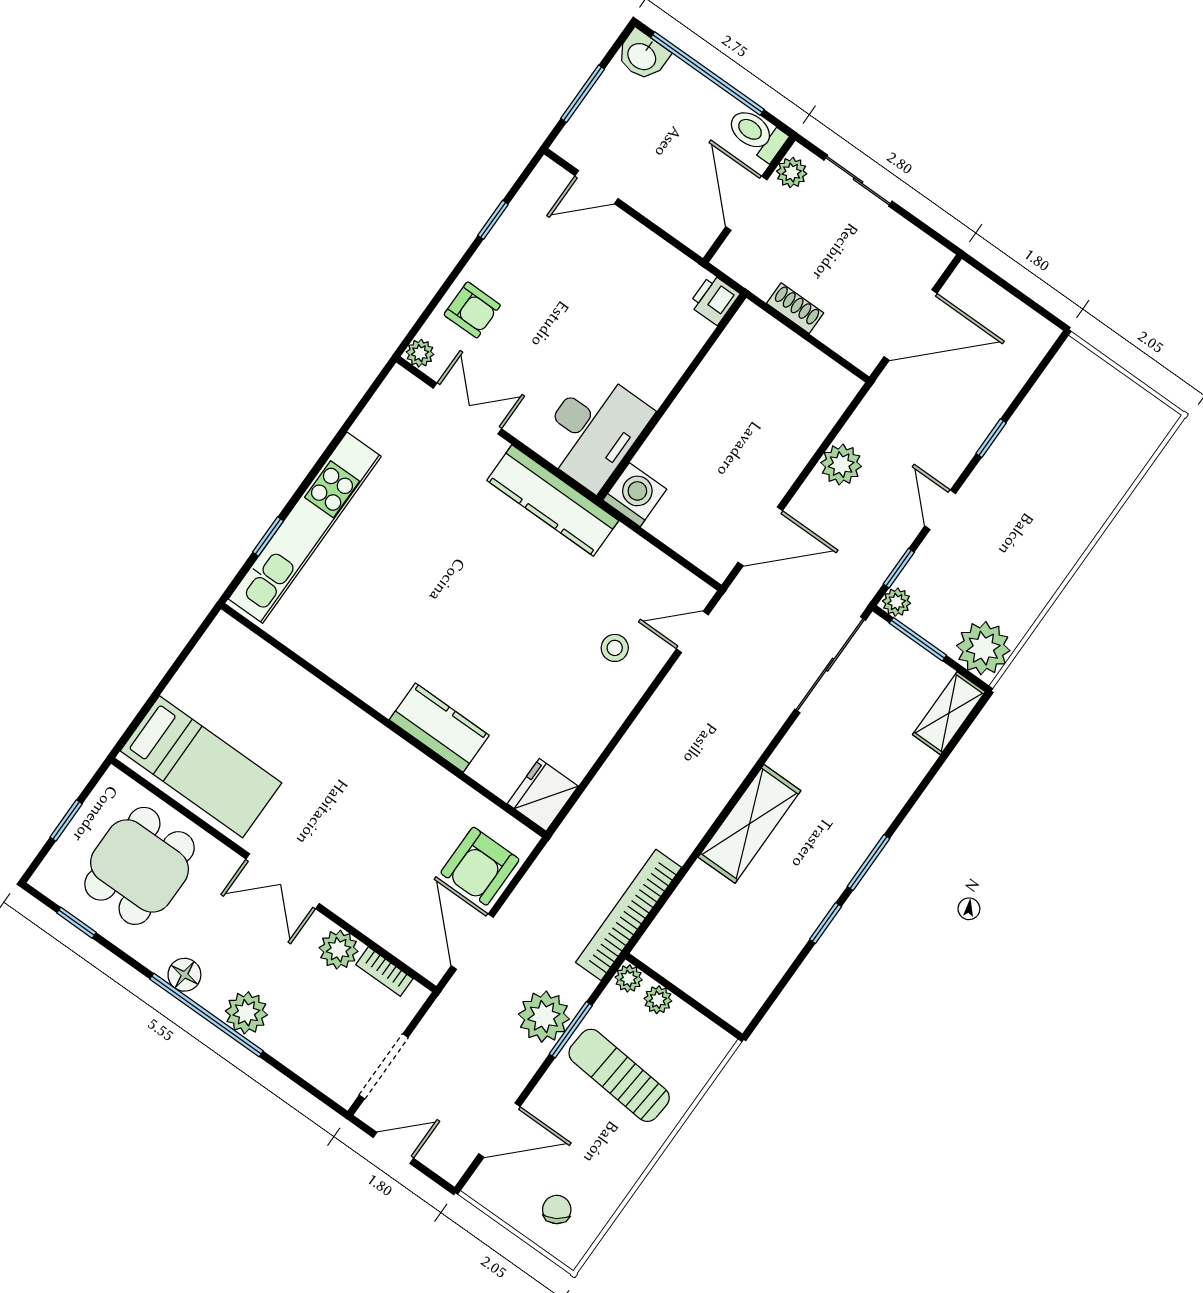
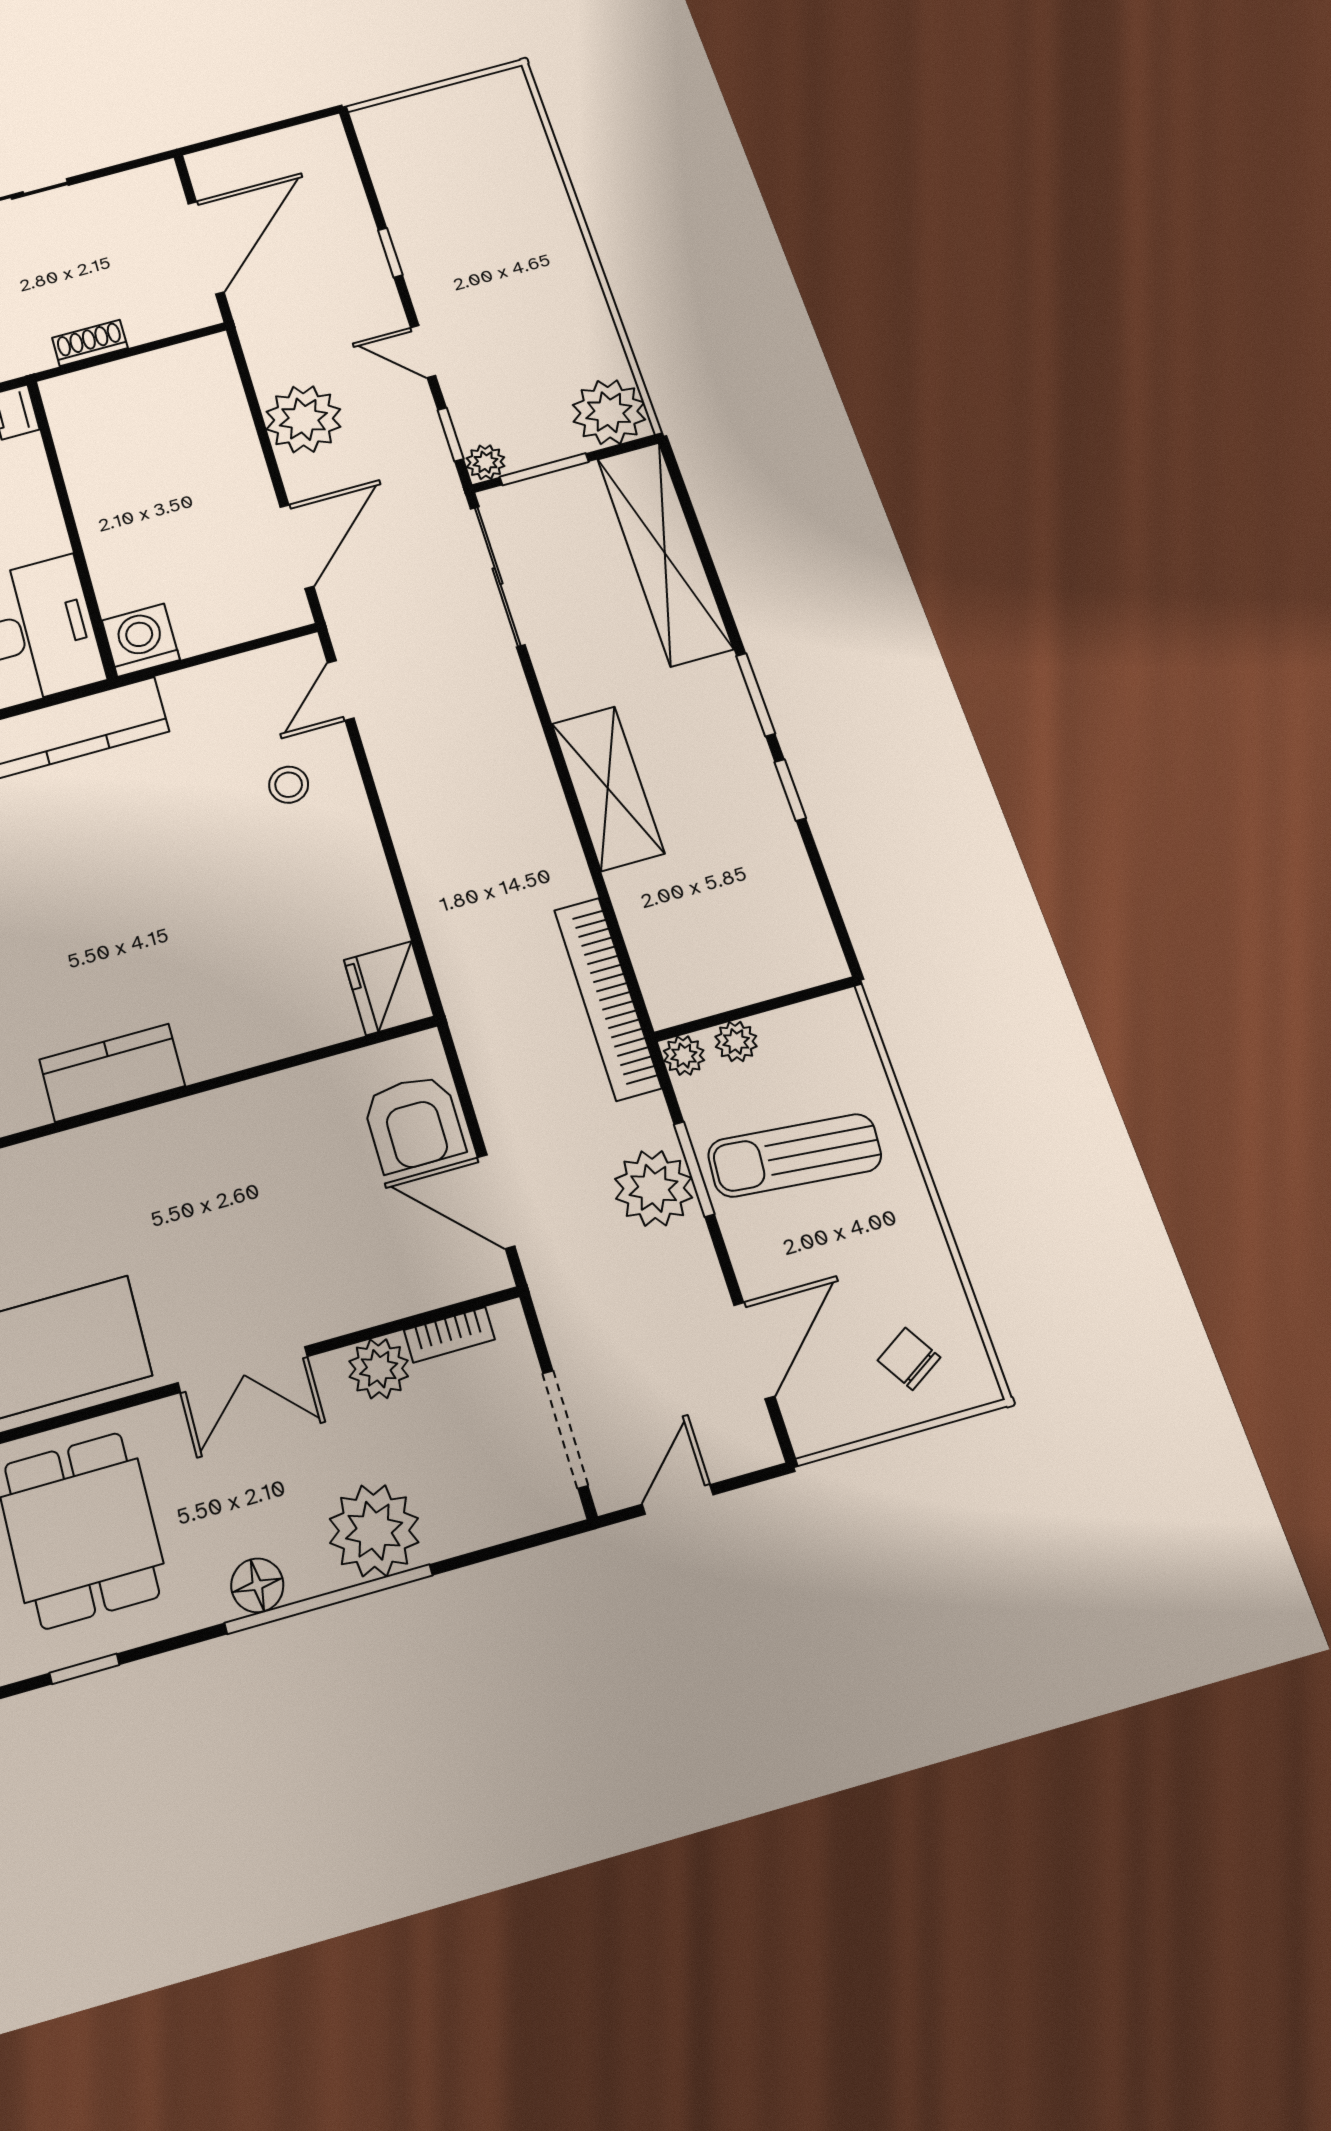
plant: (841, 465) -> (303, 419), width x1.36, depth x1.36
shelving: (949, 713) -> (665, 553), width x2.20, depth x1.33
kitchen counter: (439, 728) -> (112, 1073), moved
plant: (246, 1013) -> (374, 1531), width x1.36, depth x1.36

